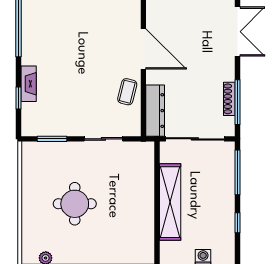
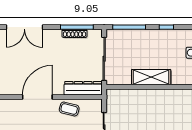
double door: (237, 32) -> (24, 27), swing flipped
shelving: (170, 202) -> (151, 77), width x0.68

